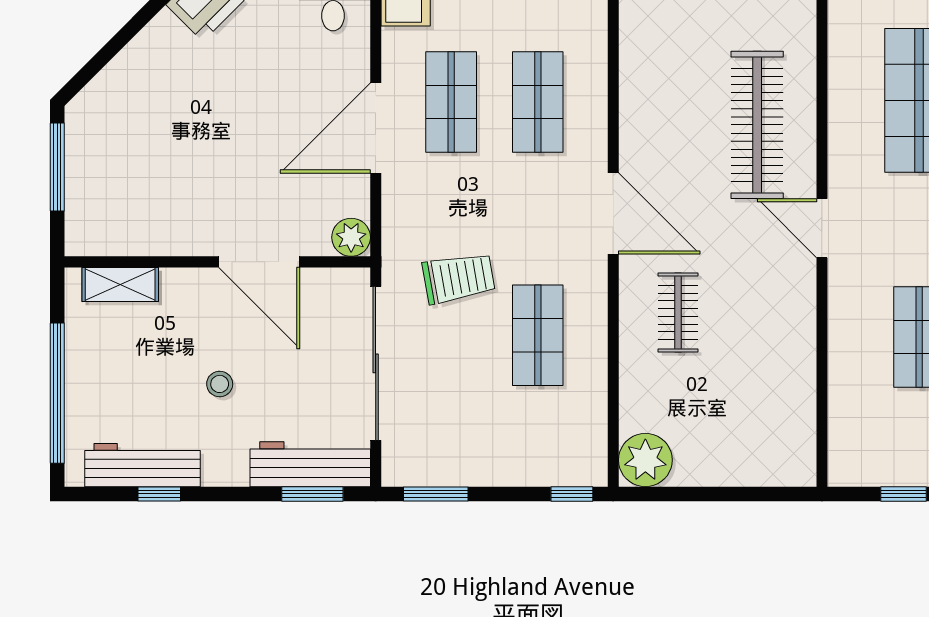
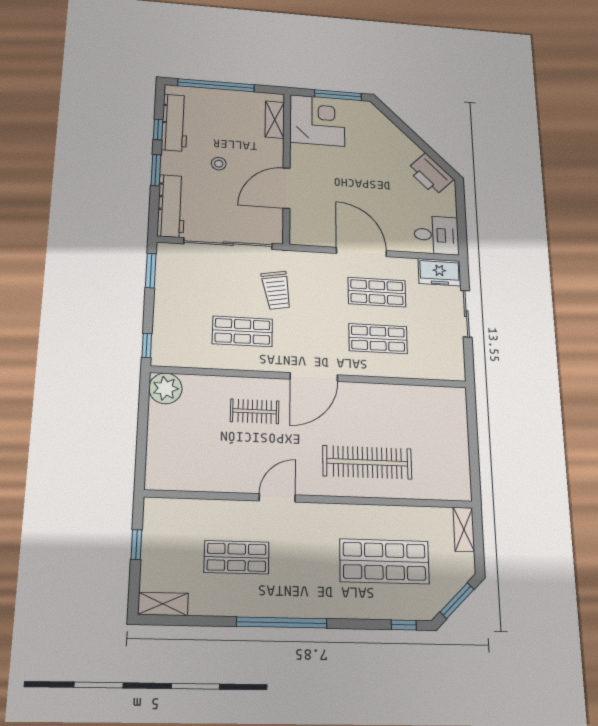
corner desk: (115, 206) -> (317, 120), added
door: (822, 228) -> (277, 498), moved
plant: (351, 237) -> (300, 235), removed
window: (312, 494) -> (156, 170), moved

